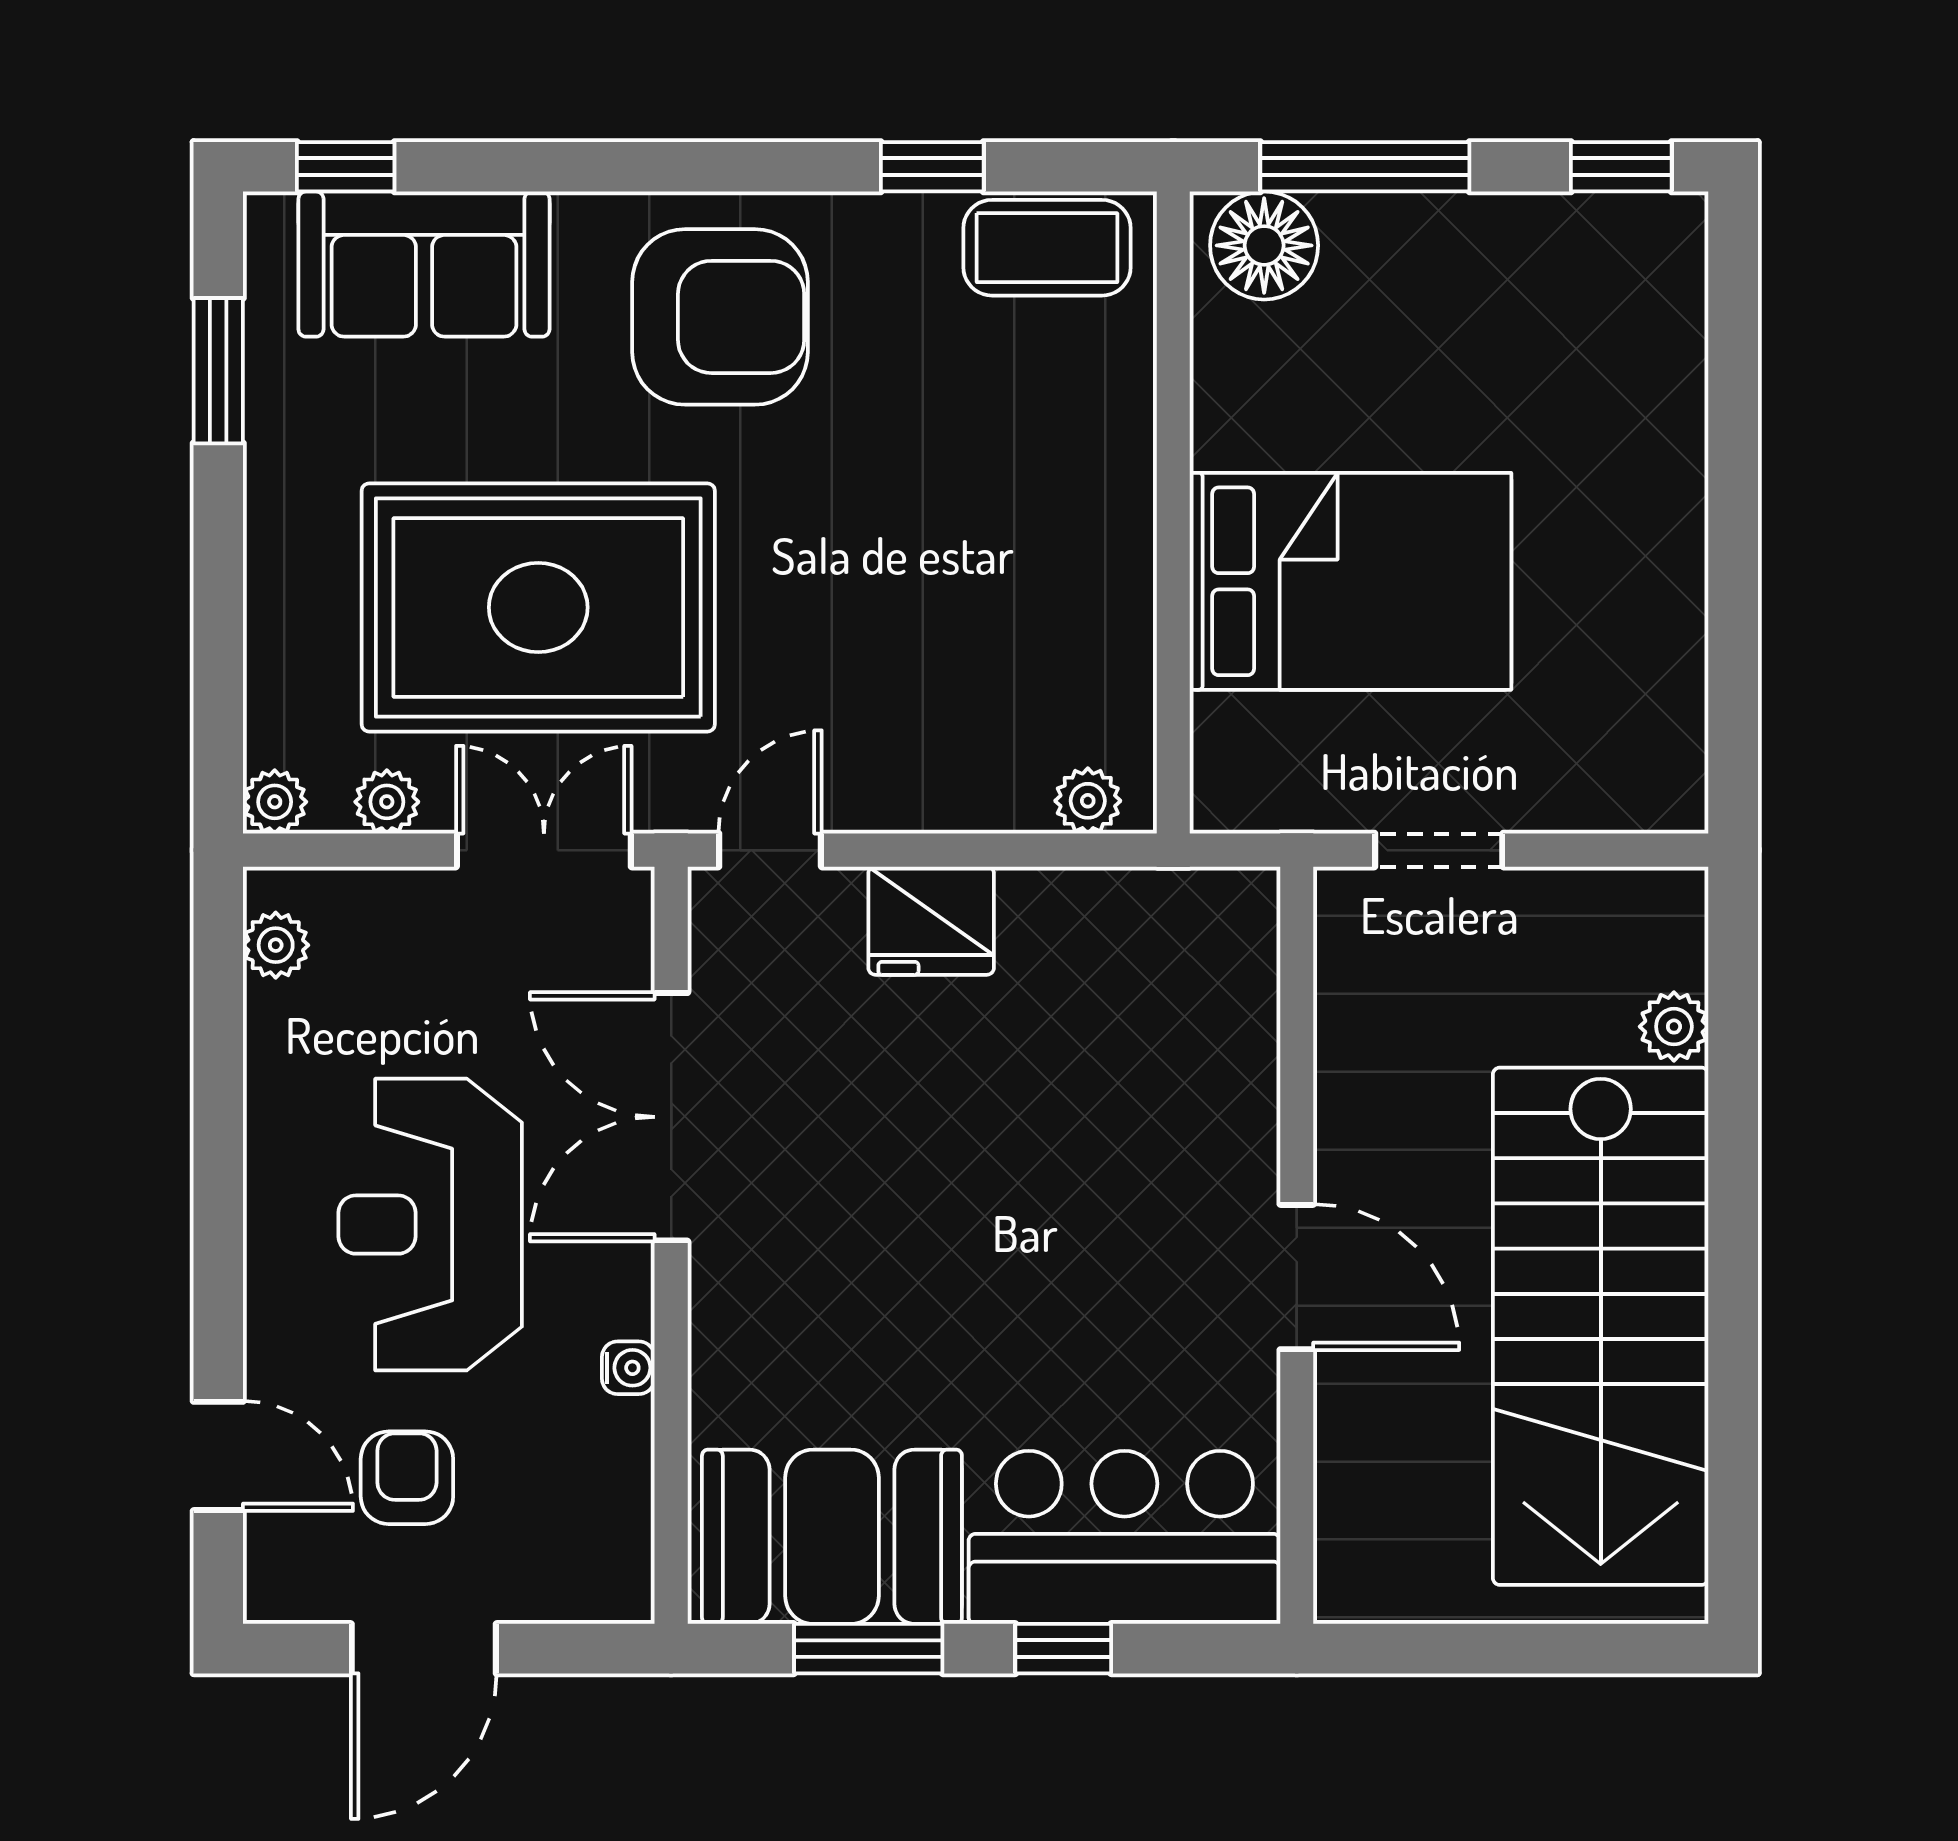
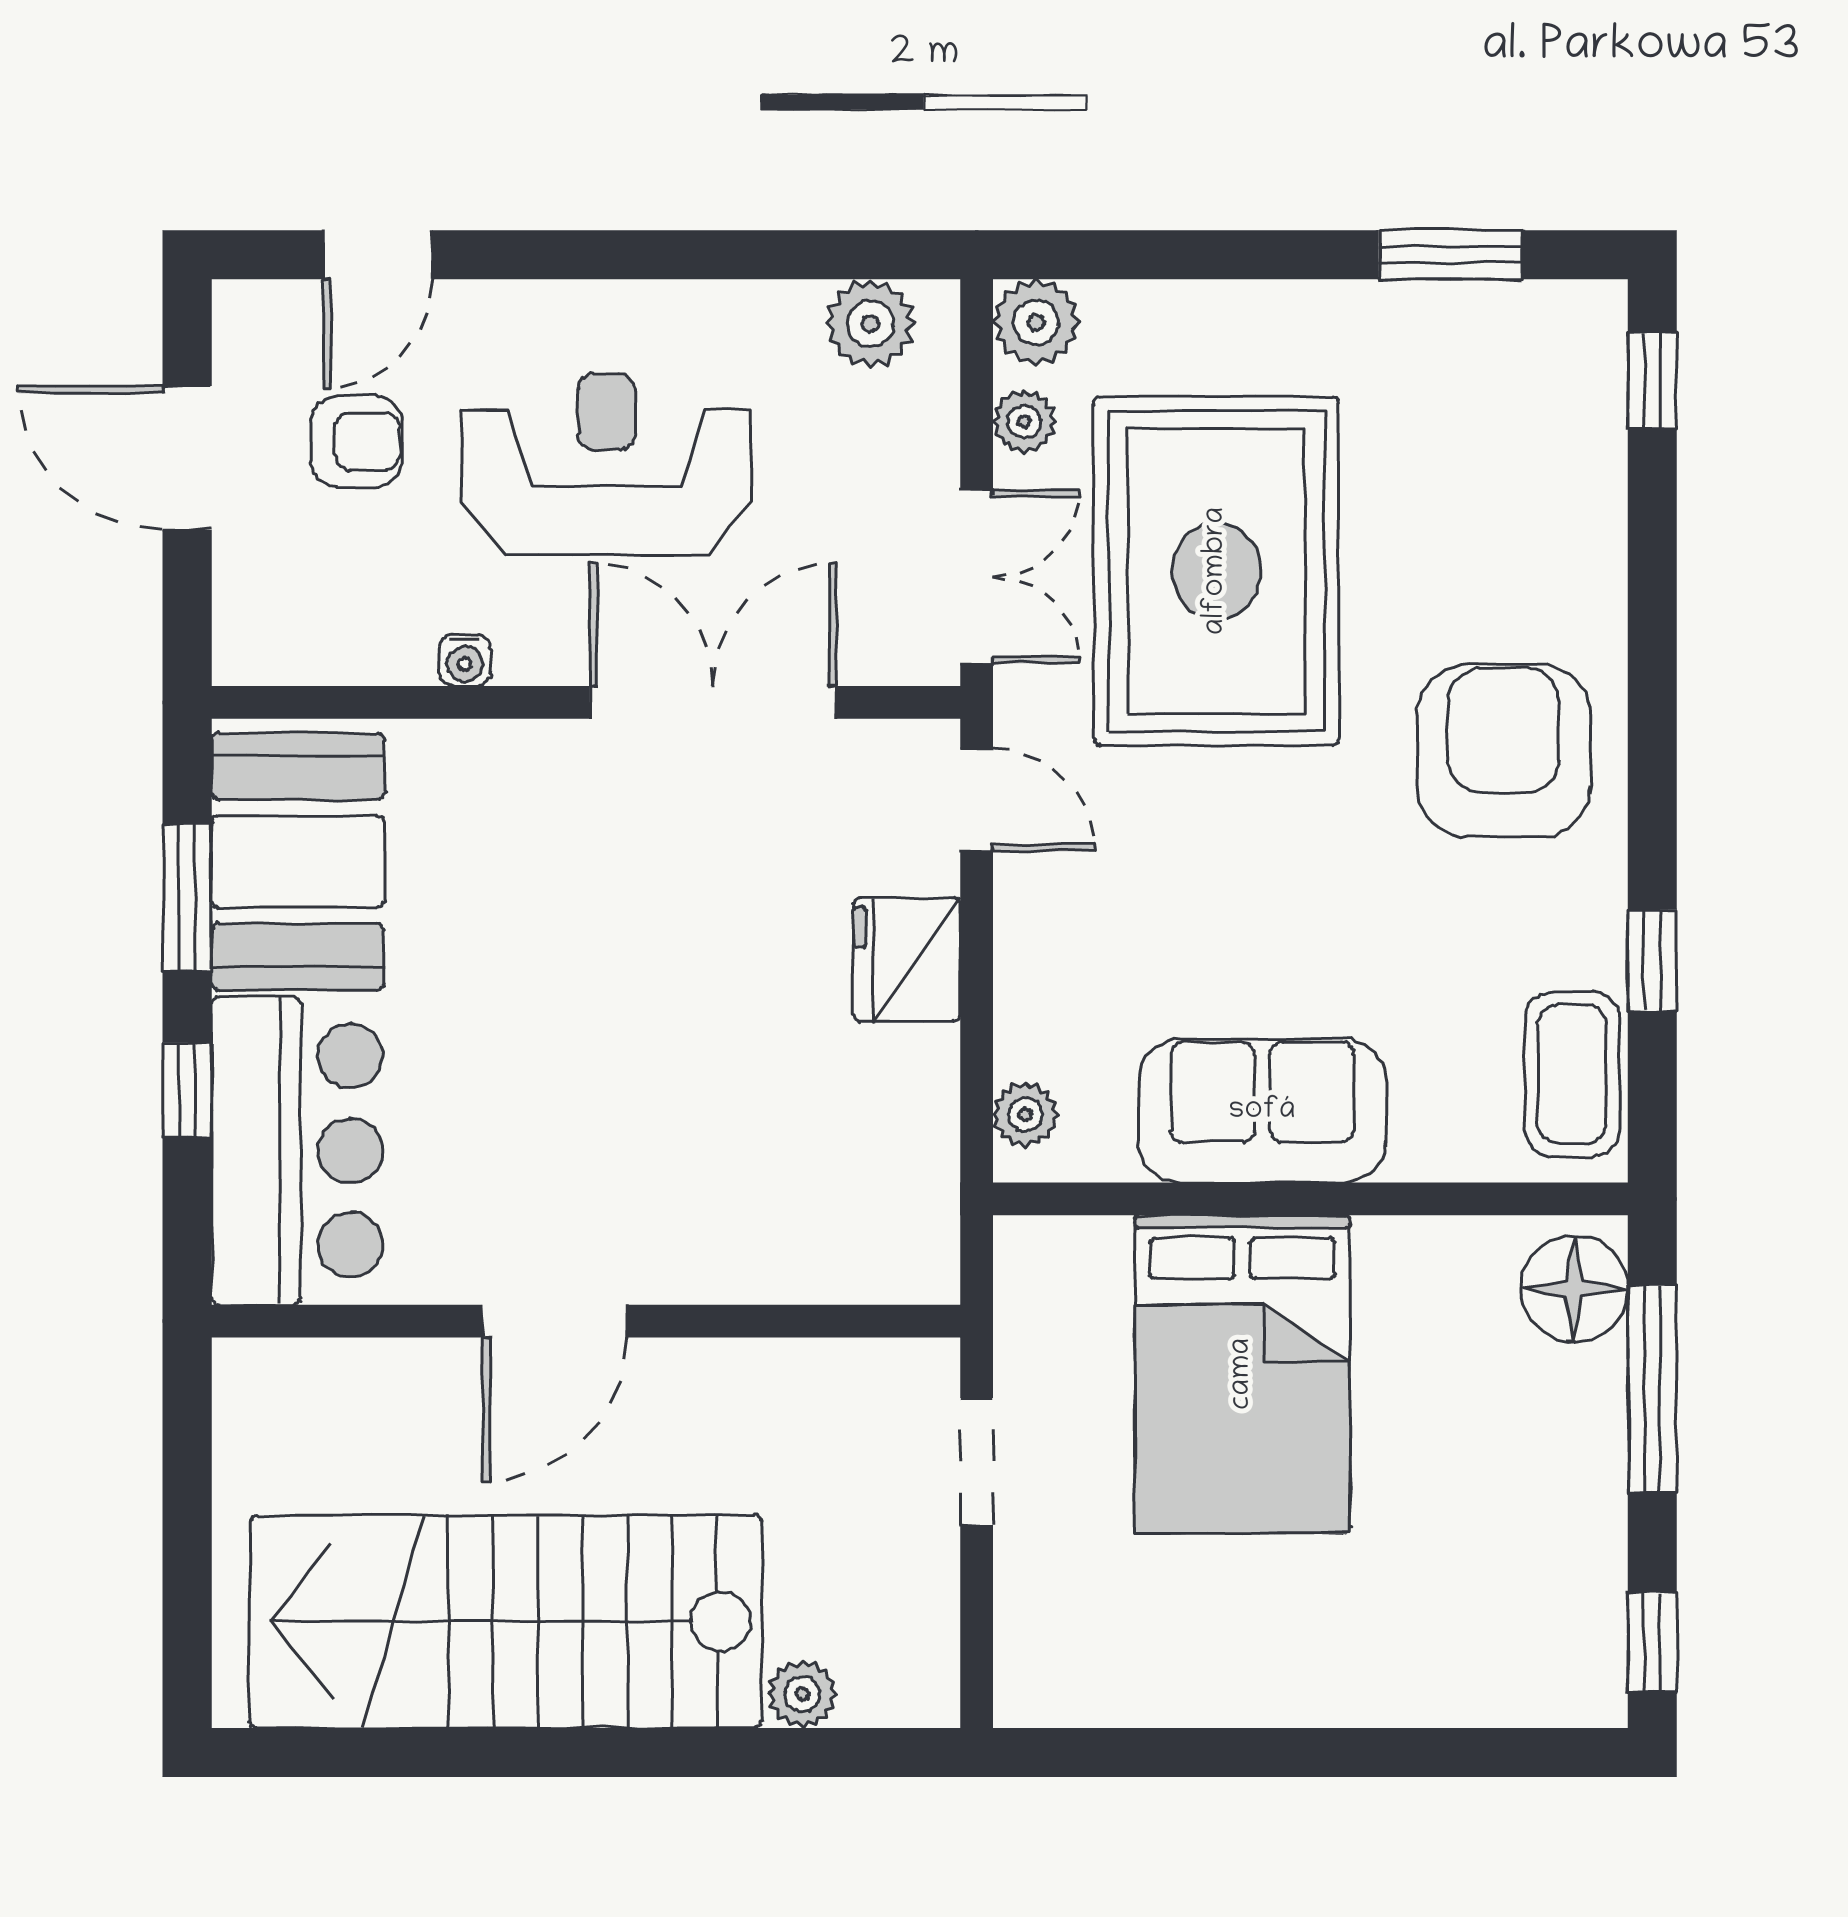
sofa: (424, 264) -> (1262, 1111), moved, turned 90
armchair: (720, 317) -> (1504, 751), turned 180
plant: (275, 802) -> (1036, 322), width x1.38, depth x1.38
plant: (276, 945) -> (871, 324), width x1.38, depth x1.38

